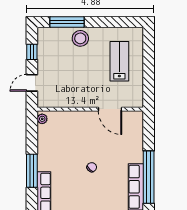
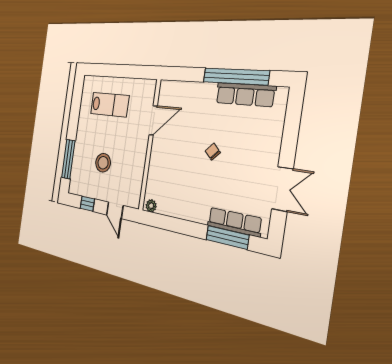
stool: (80, 38) -> (103, 163), moved
lab bench: (119, 61) -> (110, 105), turned 180
window: (32, 171) -> (227, 237), moved

